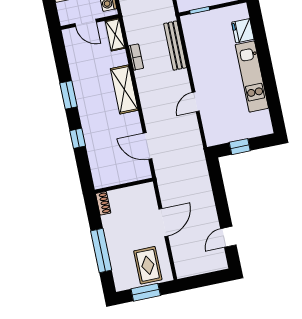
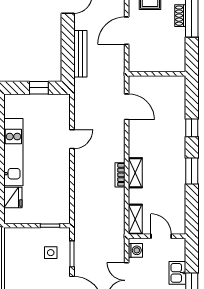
bench: (175, 46) -> (80, 54), moved
bookcase: (136, 57) -> (120, 175), moved
shelving: (124, 89) -> (135, 173), width x0.67, depth x0.75
shoe rack: (103, 203) -> (180, 16), moved

